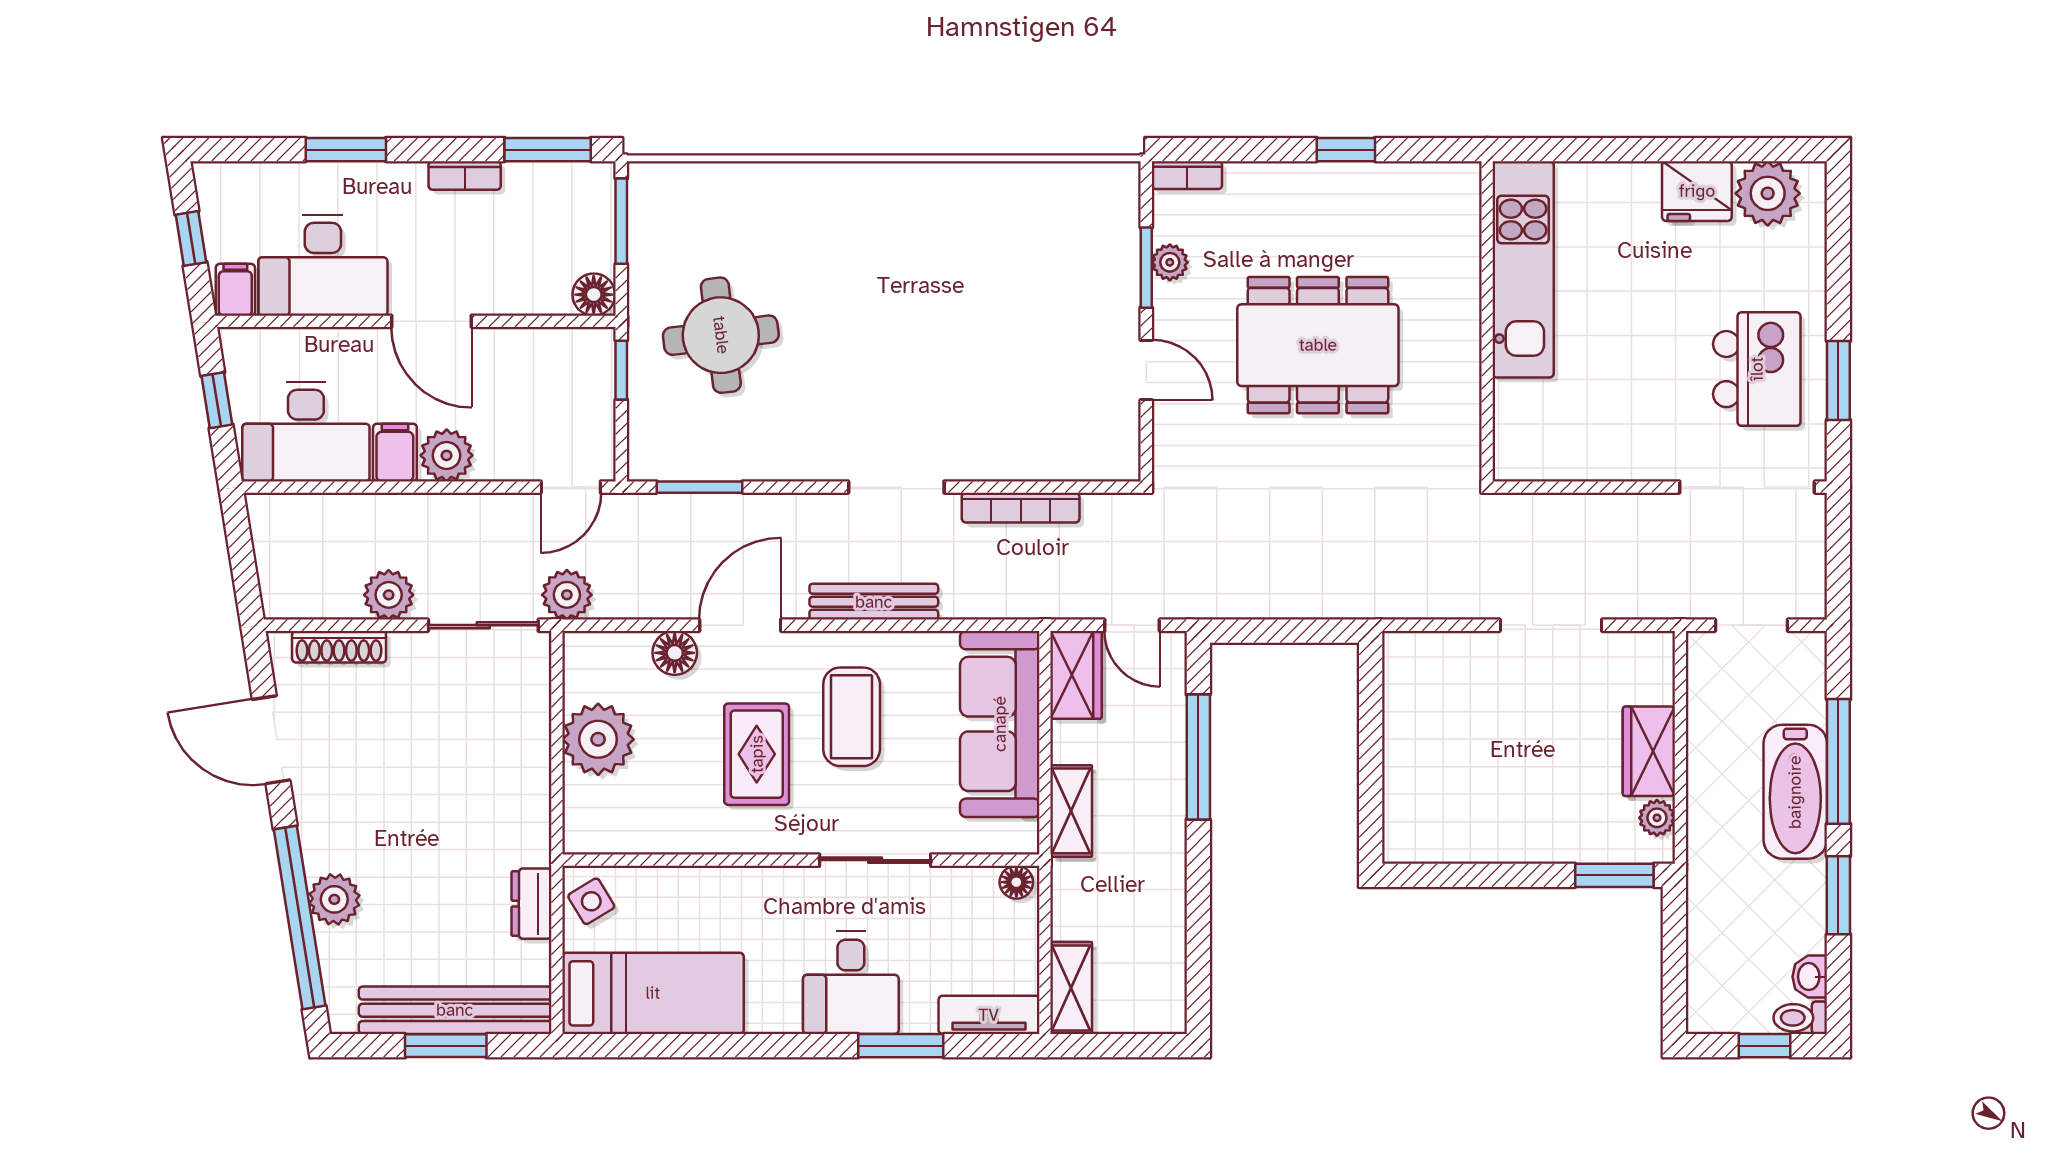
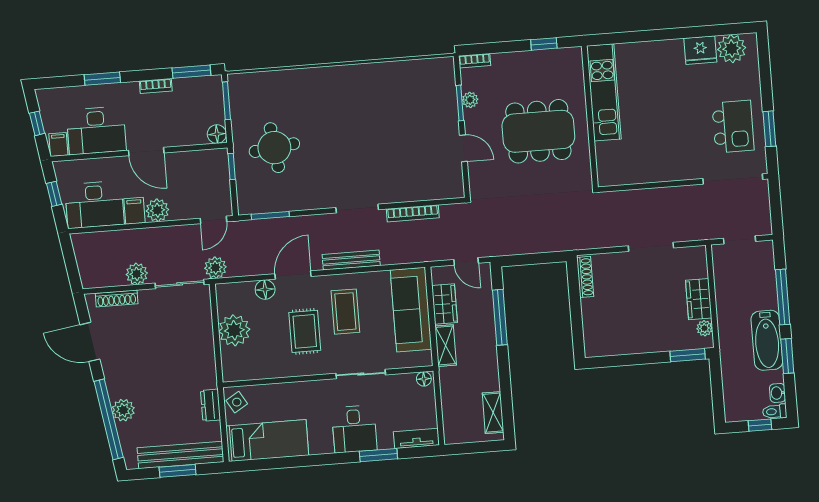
kitchen unit: (1523, 269) -> (604, 92), moved
wall: (1487, 321) -> (590, 117), moved
wardrobe: (1076, 675) -> (445, 304), moved
shoe rack: (1398, 681) -> (585, 277), added
bathtub: (1795, 792) -> (767, 340), moved
shelving: (1071, 988) -> (493, 413), moved

